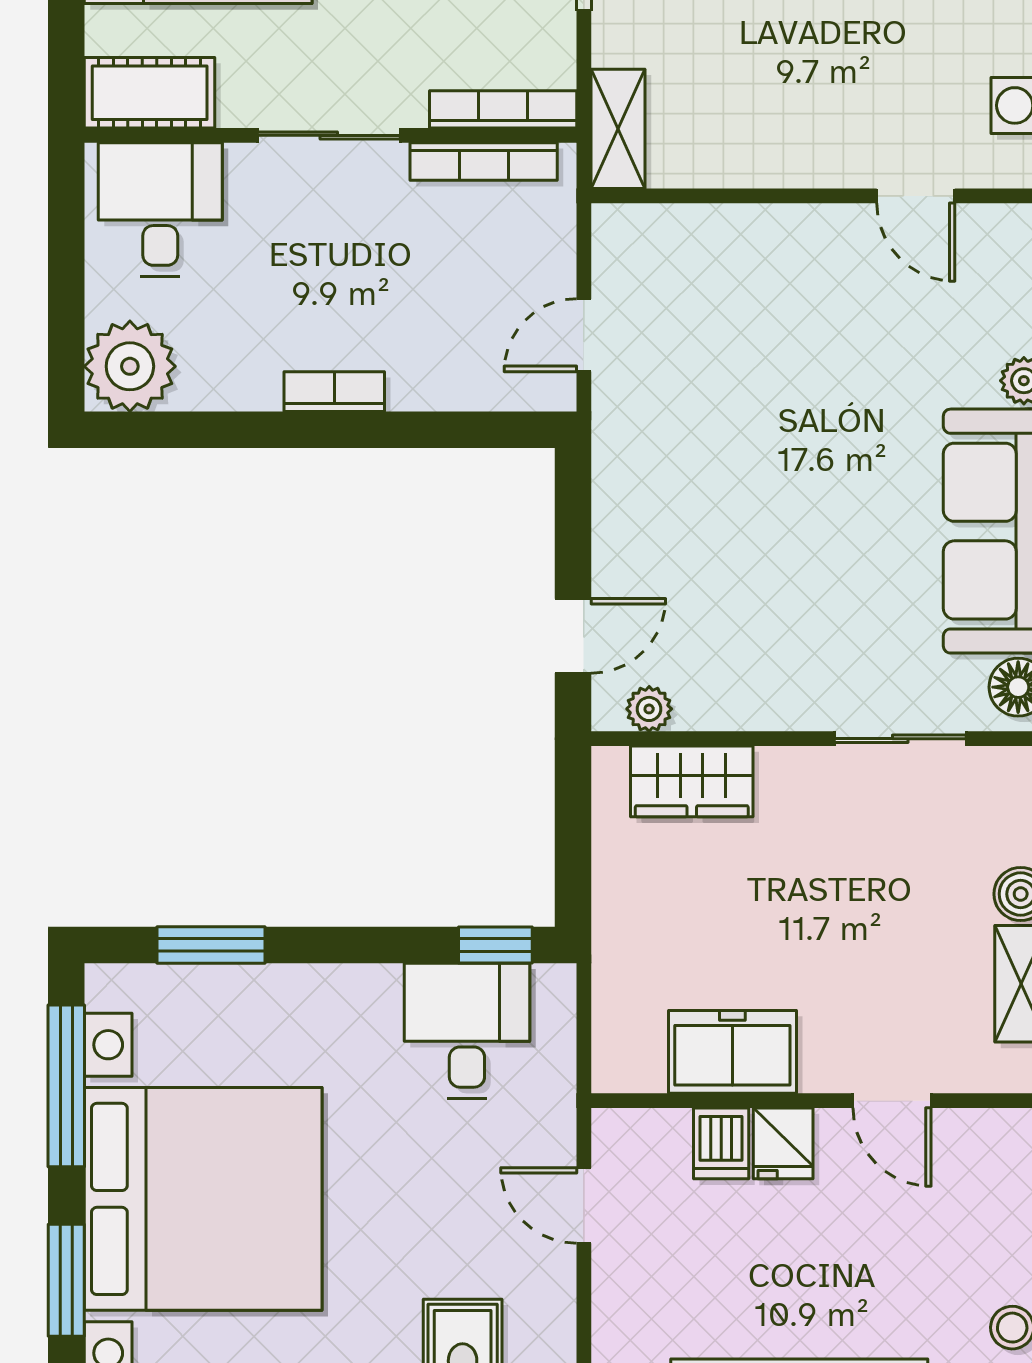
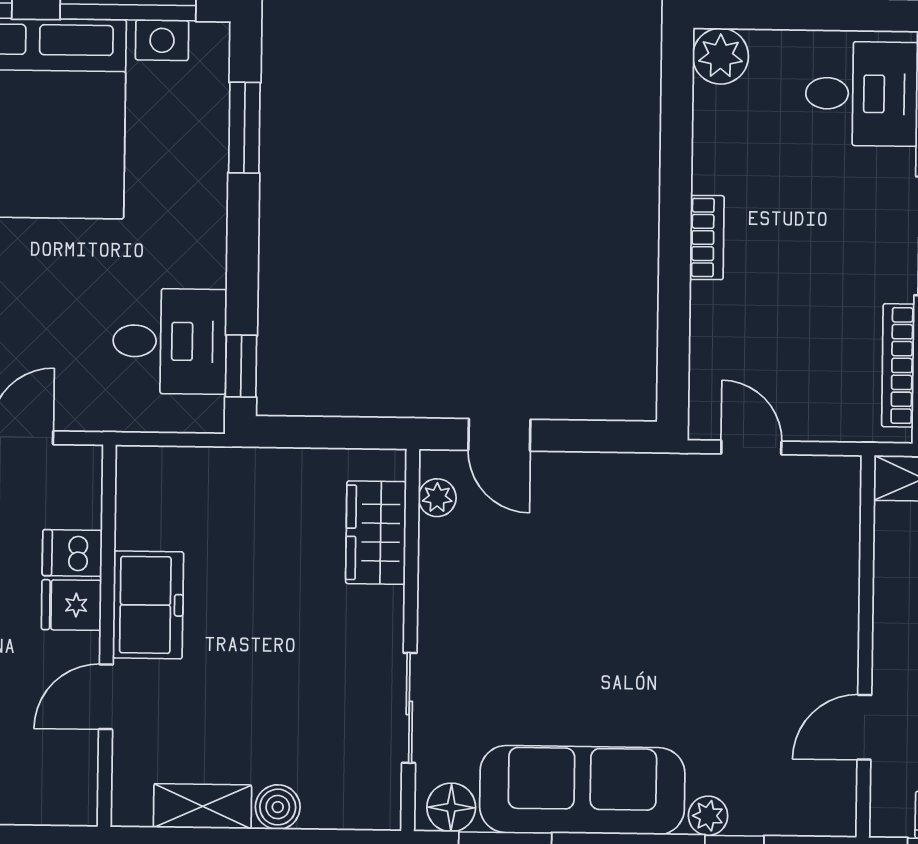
plant: (130, 366) -> (721, 56), width x0.73, depth x0.73
freezer: (732, 1052) -> (148, 605), moved

